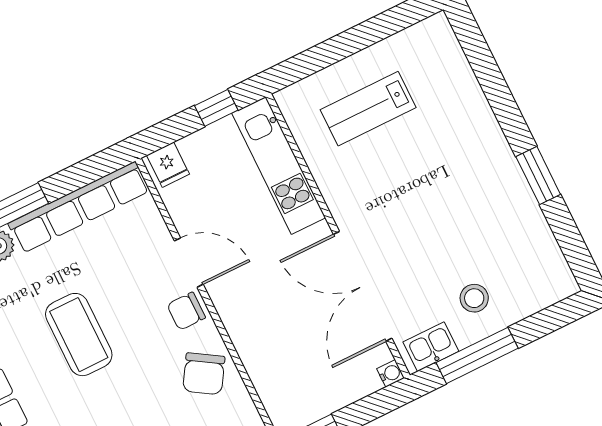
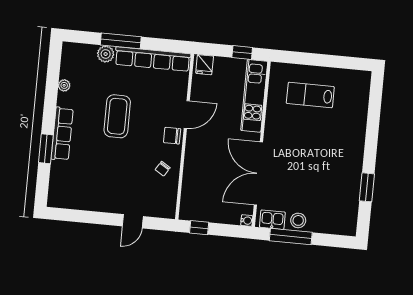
window: (538, 175) -> (367, 187), moved
door: (189, 263) -> (187, 115), hinge flipped
stool: (474, 298) -> (298, 220), moved
chair: (204, 374) -> (163, 169), width x0.54, depth x0.54

